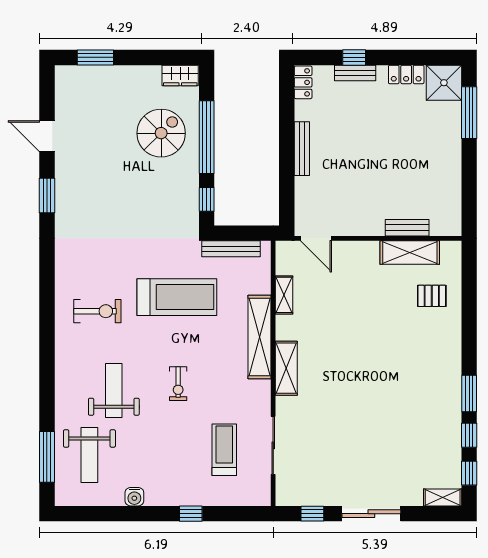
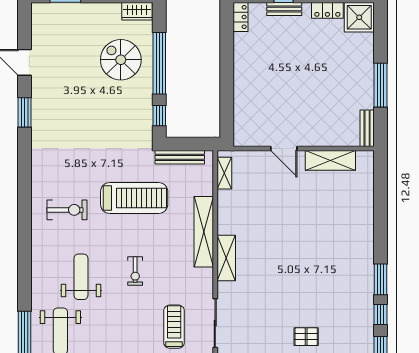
window: (469, 113) -> (380, 85), moved
spiral stairs: (161, 133) -> (121, 60), turned -90
bench: (302, 149) -> (239, 73), removed
bench: (407, 228) -> (367, 128), moved, turned 90
door: (316, 238) -> (284, 149), moved
shelving: (284, 295) -> (224, 173), moved
pallet: (432, 296) -> (306, 337), moved

